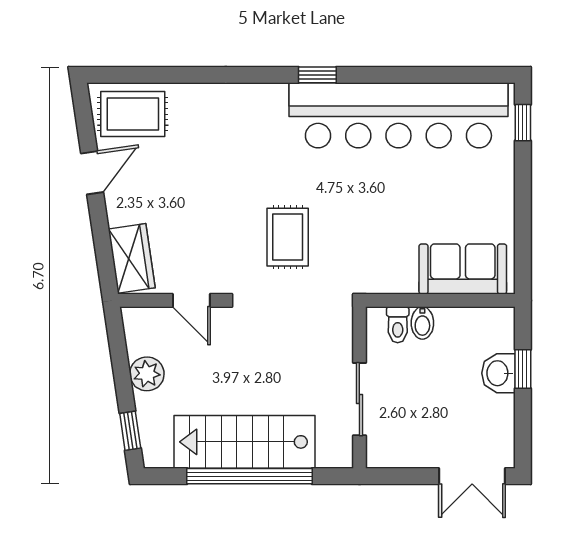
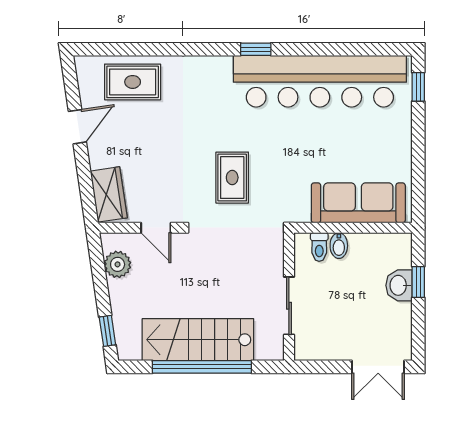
rug: (133, 114) -> (133, 82), moved
sofa: (463, 269) -> (358, 203), width x1.36
plant: (147, 374) -> (118, 264), moved

